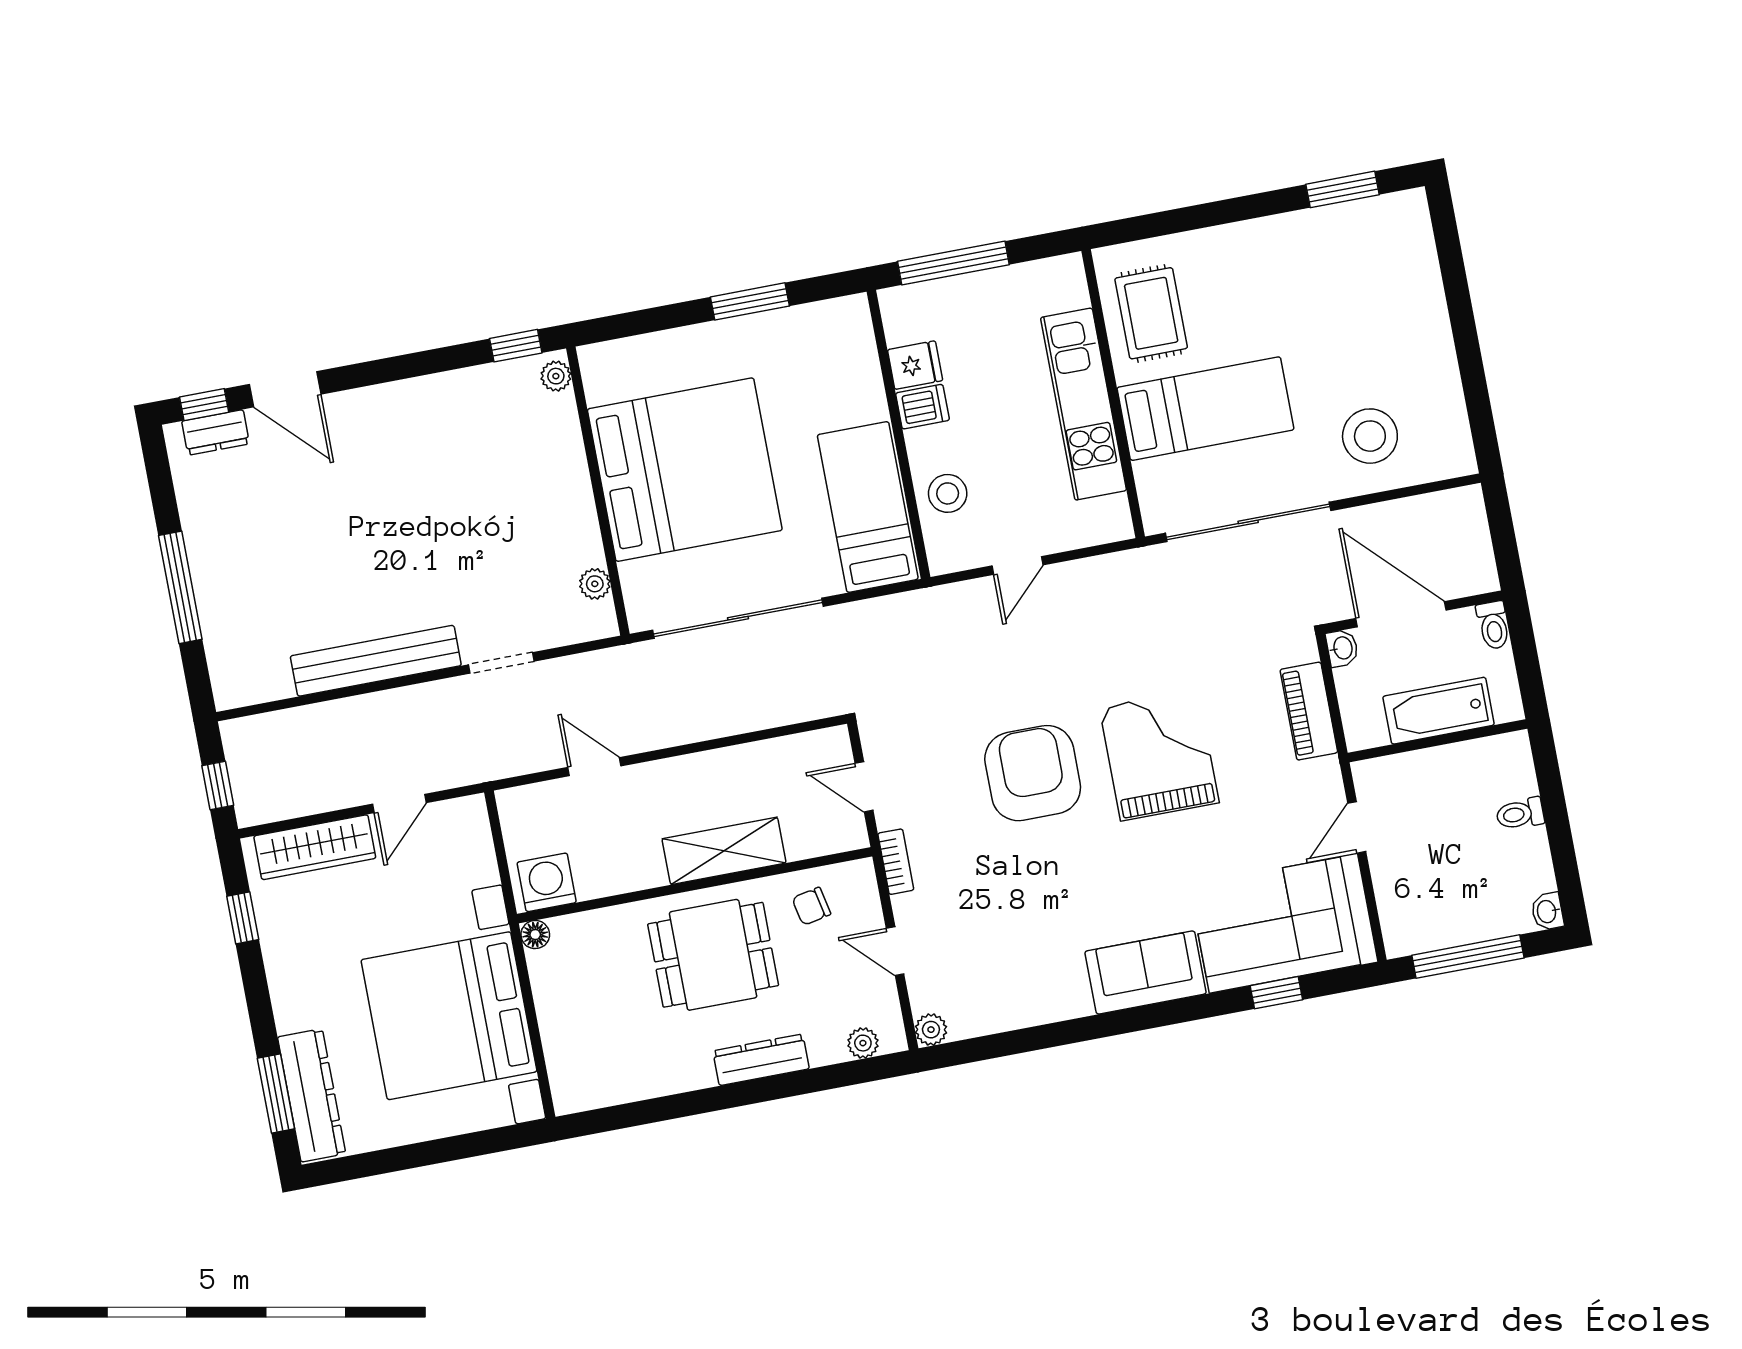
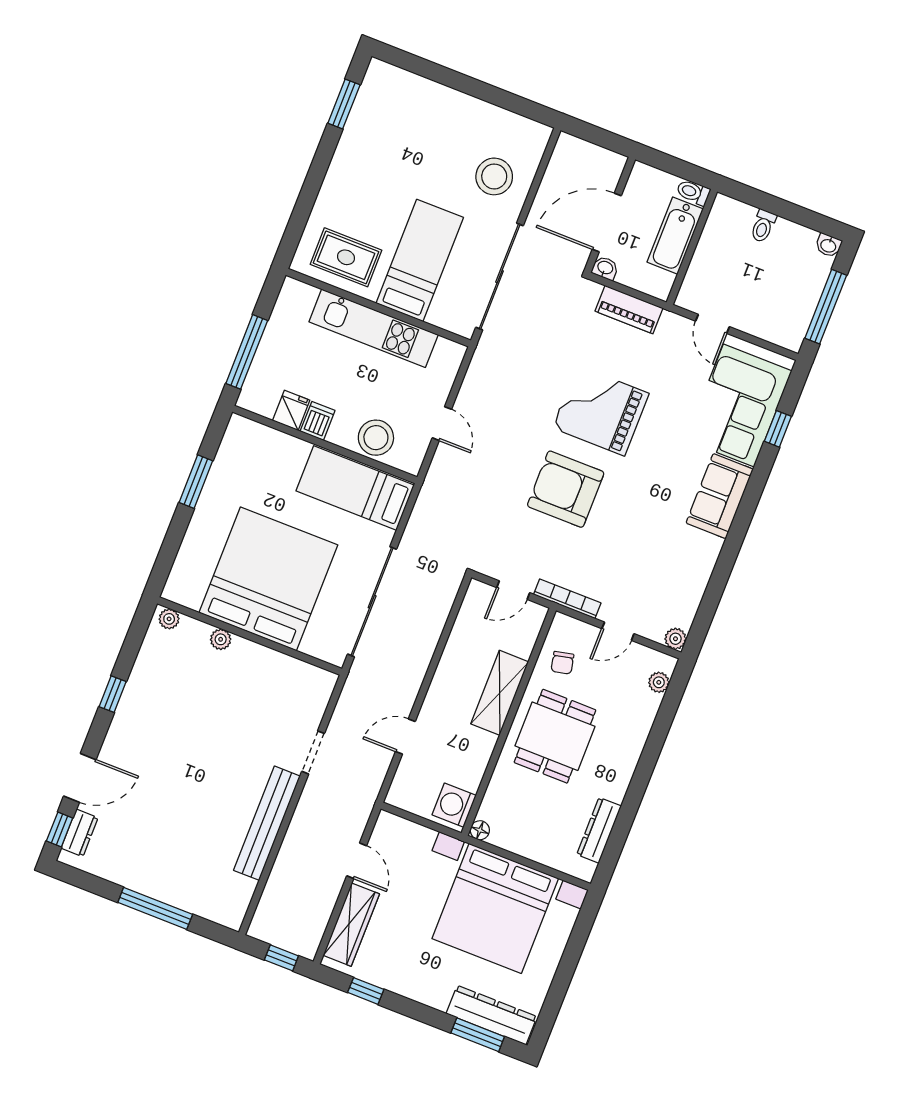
window: (516, 346) -> (113, 694), moved
stool: (948, 493) -> (376, 438), width x1.38, depth x1.38
plant: (595, 584) -> (221, 639), moved
toilet: (1493, 625) -> (693, 192), moved, turned 180
bookcase: (896, 862) -> (567, 599), width x1.56
dresser: (761, 1060) -> (599, 830), moved

